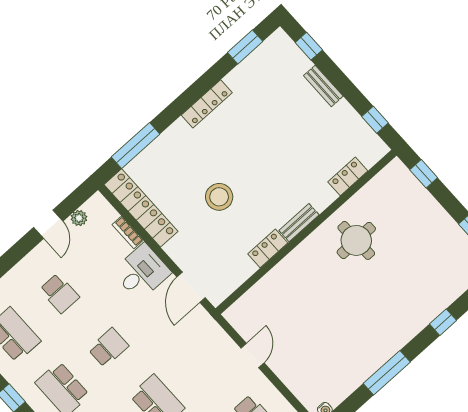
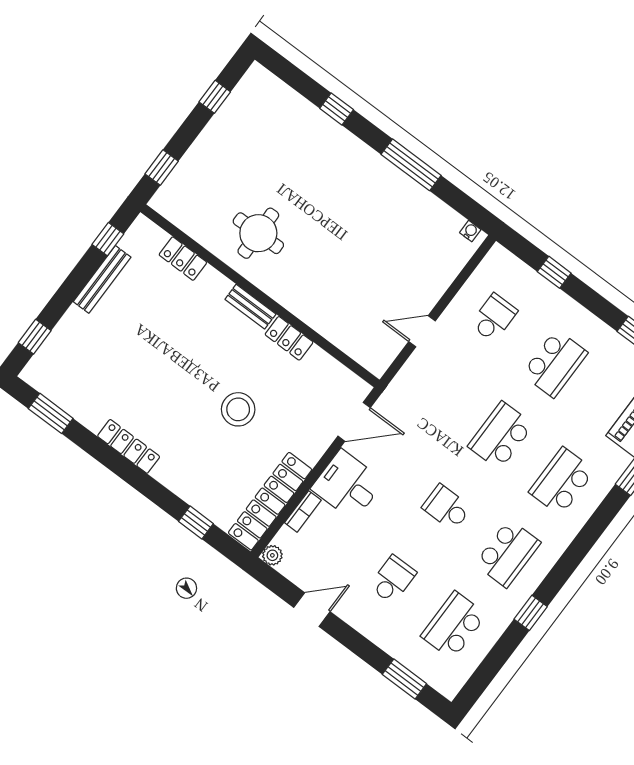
bench: (323, 86) -> (102, 279), moved, width x1.36
window: (136, 146) -> (196, 523), width x0.46
plant: (79, 218) -> (272, 555), moved

